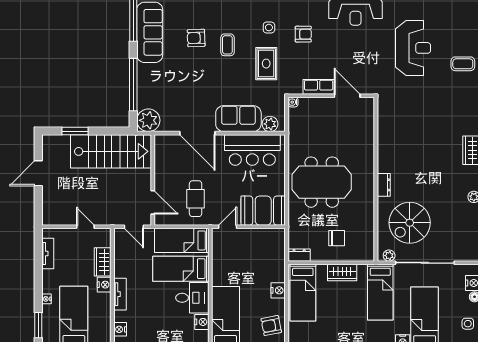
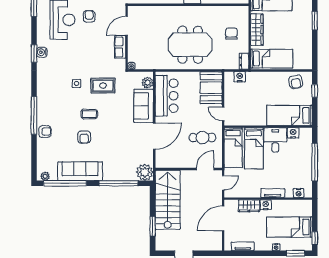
armchair: (303, 34) -> (89, 16), moved
meeting table: (322, 182) -> (190, 45), turned 90
door: (85, 227) -> (223, 218), width x1.88
wardrobe: (342, 273) -> (257, 30), width x1.50
nightstand: (278, 290) -> (240, 77), moved

